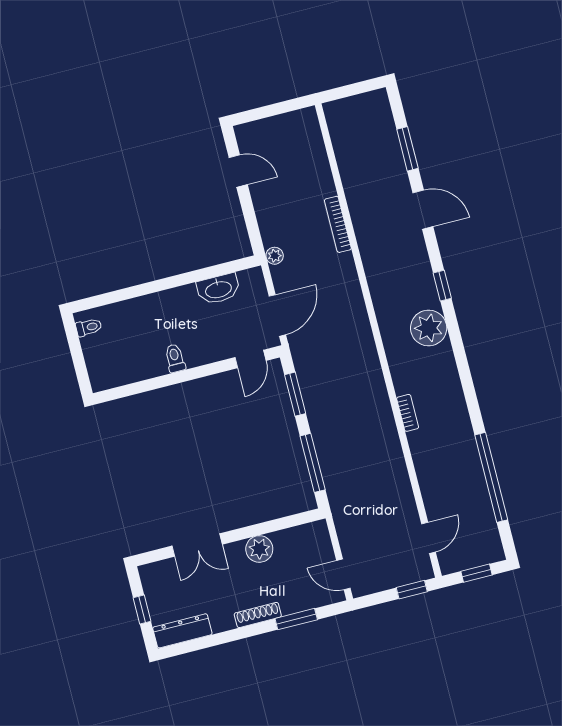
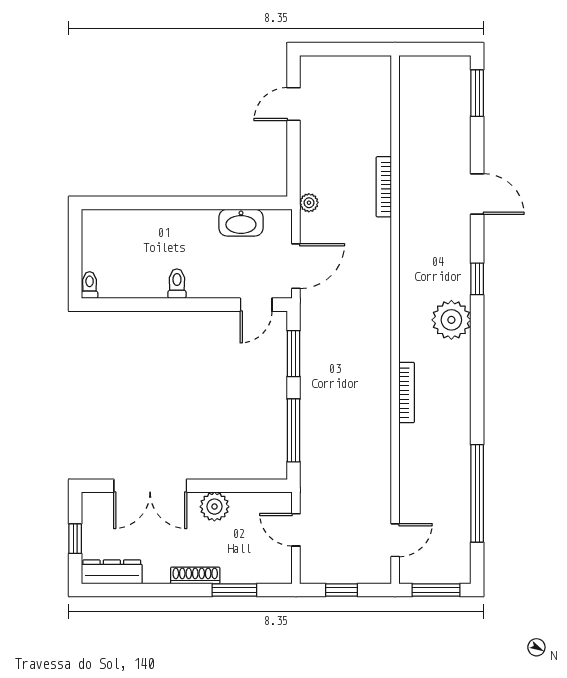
window: (407, 149) -> (477, 93), moved
door: (238, 171) -> (293, 104), swing flipped
toilet: (89, 327) -> (90, 285), moved, turned -90
bookcase: (408, 413) -> (407, 393), width x1.56
double door: (197, 545) -> (150, 486), width x1.37
window: (477, 573) -> (436, 590), width x1.50
door: (343, 574) -> (296, 530), moved
window: (412, 590) -> (341, 590), moved

